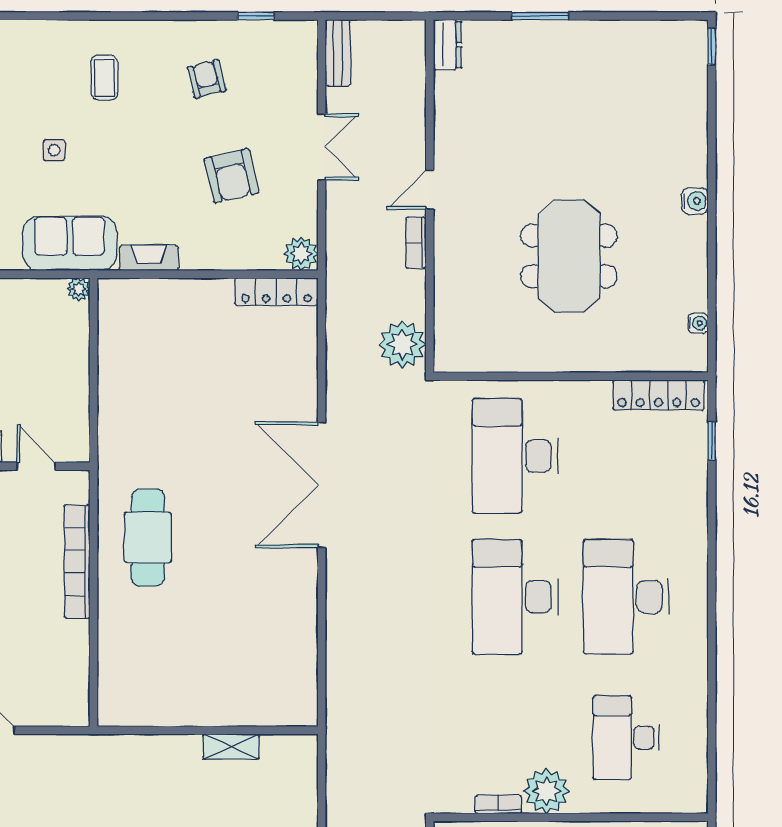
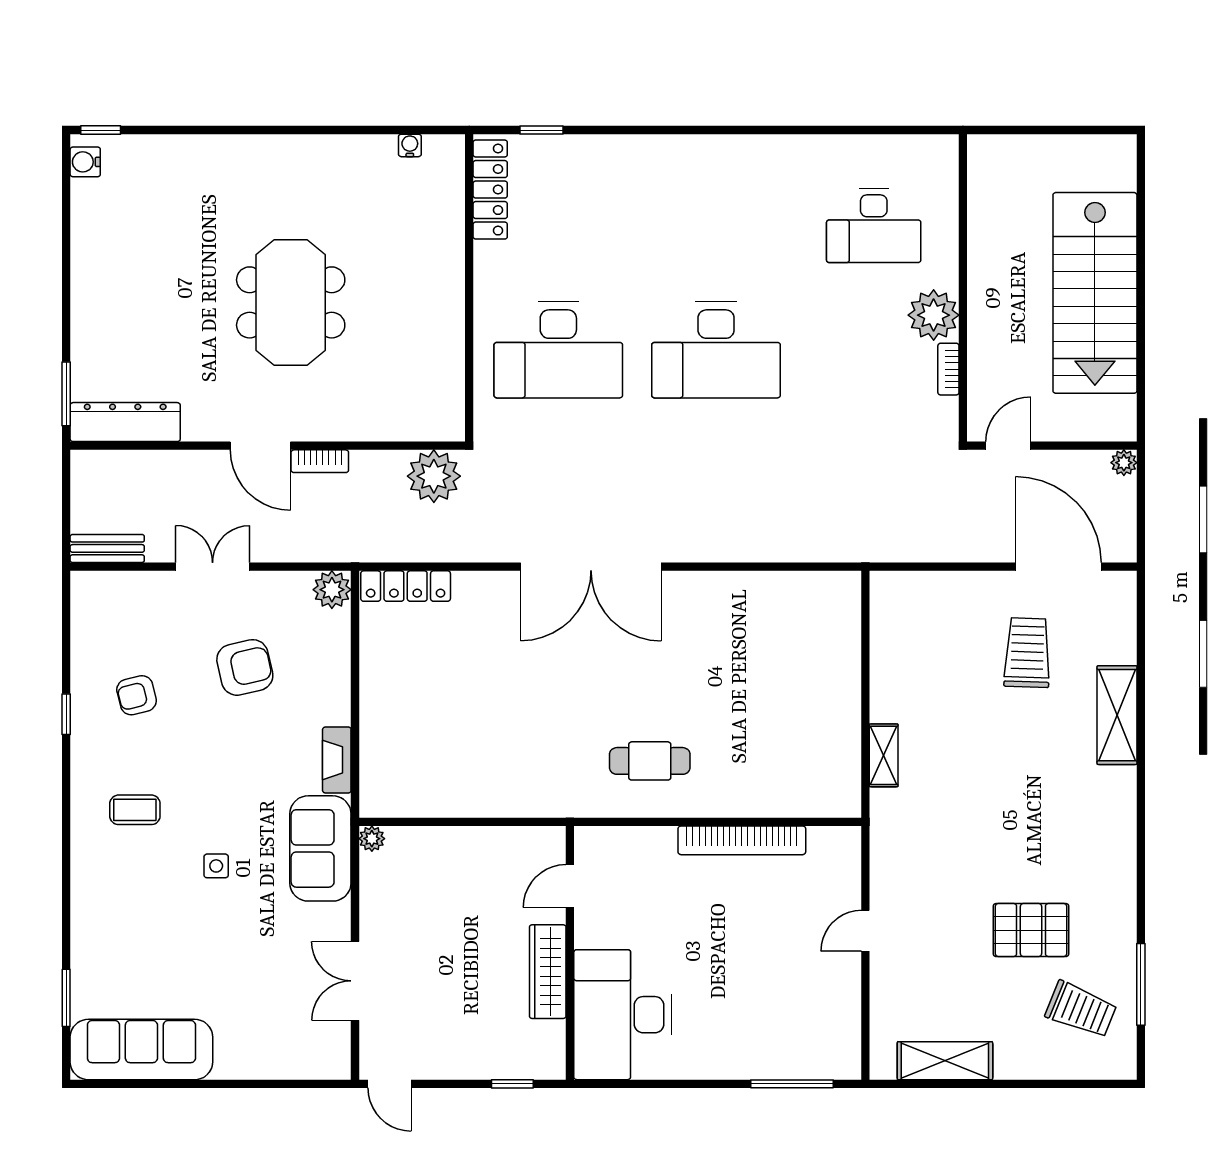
window: (256, 16) -> (66, 714), moved
window: (540, 16) -> (66, 394), moved
dresser: (447, 45) -> (125, 422), width x1.96, depth x1.24
door: (430, 190) -> (260, 446), width x1.38
water cooler: (695, 201) -> (85, 162), moved, turned -90
meeting table: (569, 256) -> (291, 302), moved, turned 90
locker: (276, 292) -> (406, 586), moved, turned 90
cafe table: (148, 538) -> (650, 761), width x0.73, depth x0.74
bookcase: (77, 561) -> (742, 840), moved
desk: (626, 597) -> (716, 226), removed
shelving: (231, 747) -> (884, 755), moved

